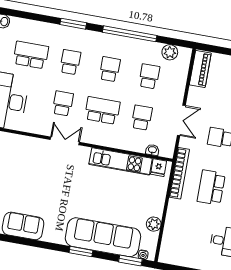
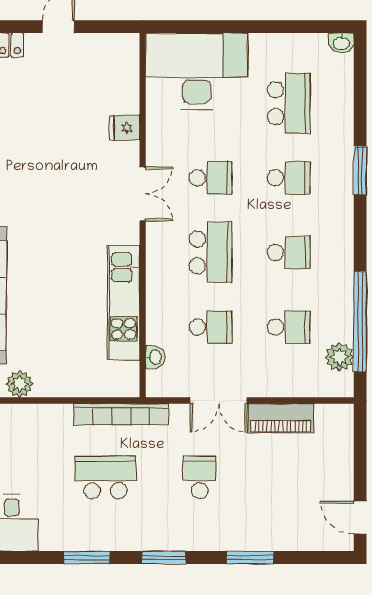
window: (130, 34) -> (360, 321), moved
piano: (200, 69) -> (281, 418), moved
fridge: (159, 168) -> (125, 128), moved

